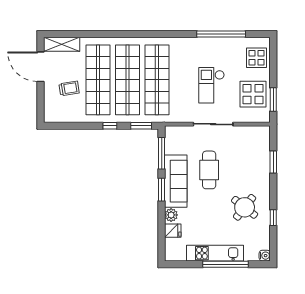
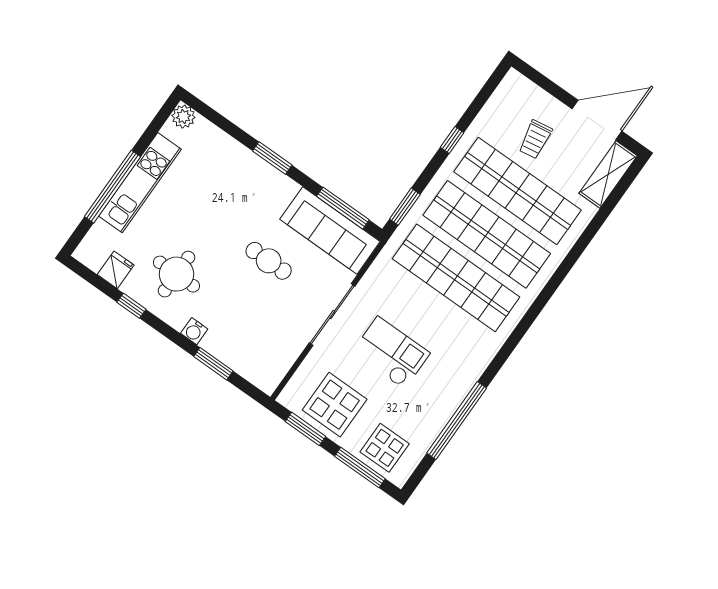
window: (273, 63) -> (360, 468), added
window: (110, 126) -> (452, 140), moved
cafe table: (209, 170) -> (269, 261), width x0.73, depth x0.74
sofa: (176, 181) -> (330, 230), moved
window: (162, 190) -> (272, 158), moved
round table: (245, 207) -> (176, 274), turned -38
plant: (171, 215) -> (183, 117), moved
fridge: (173, 231) -> (116, 270), moved, turned 180
water cooler: (265, 256) -> (194, 331), moved

